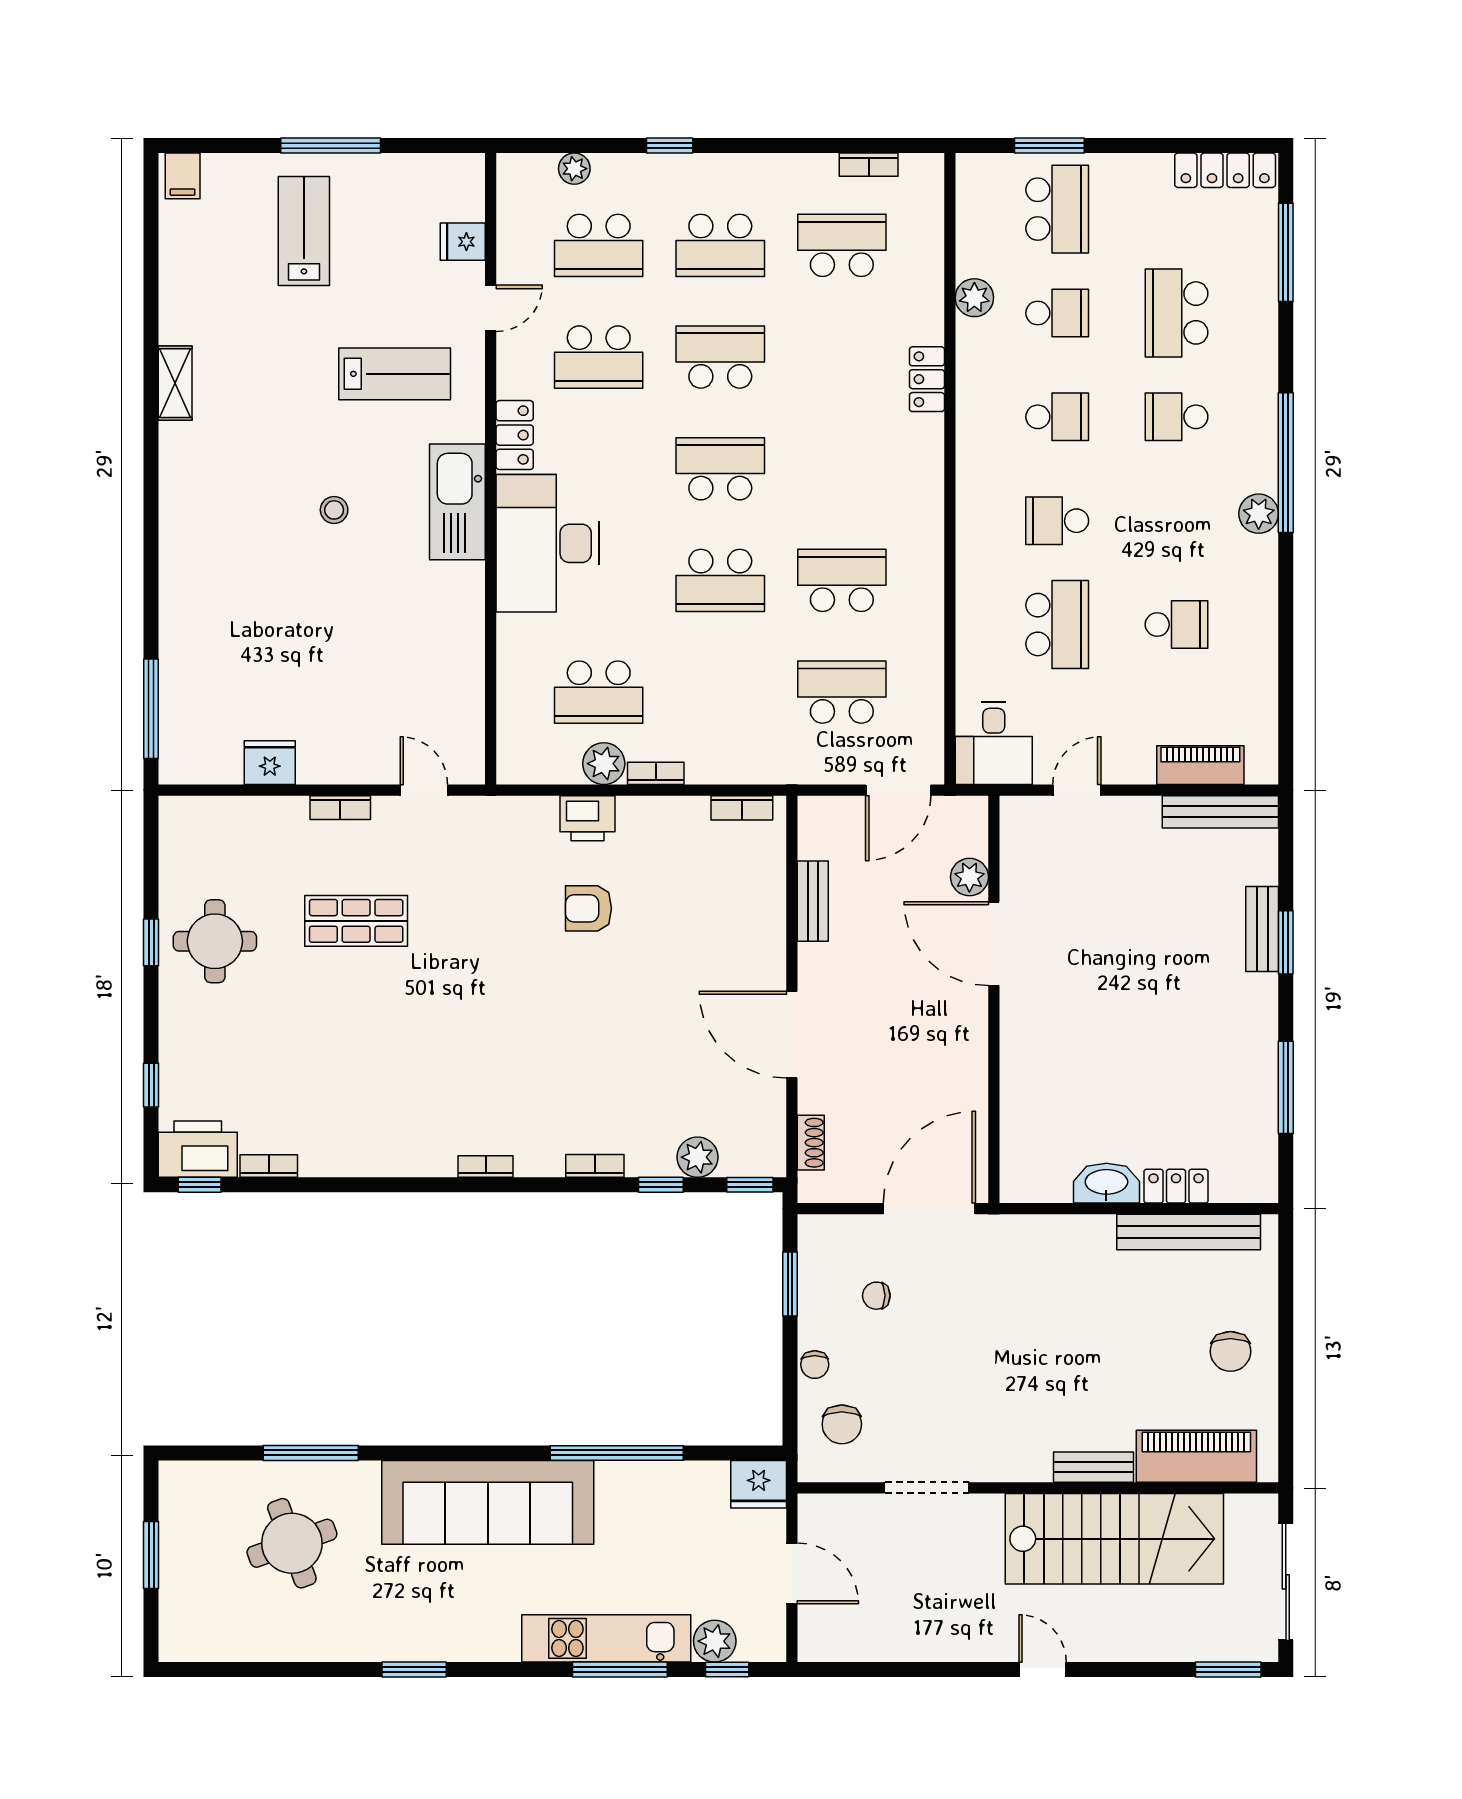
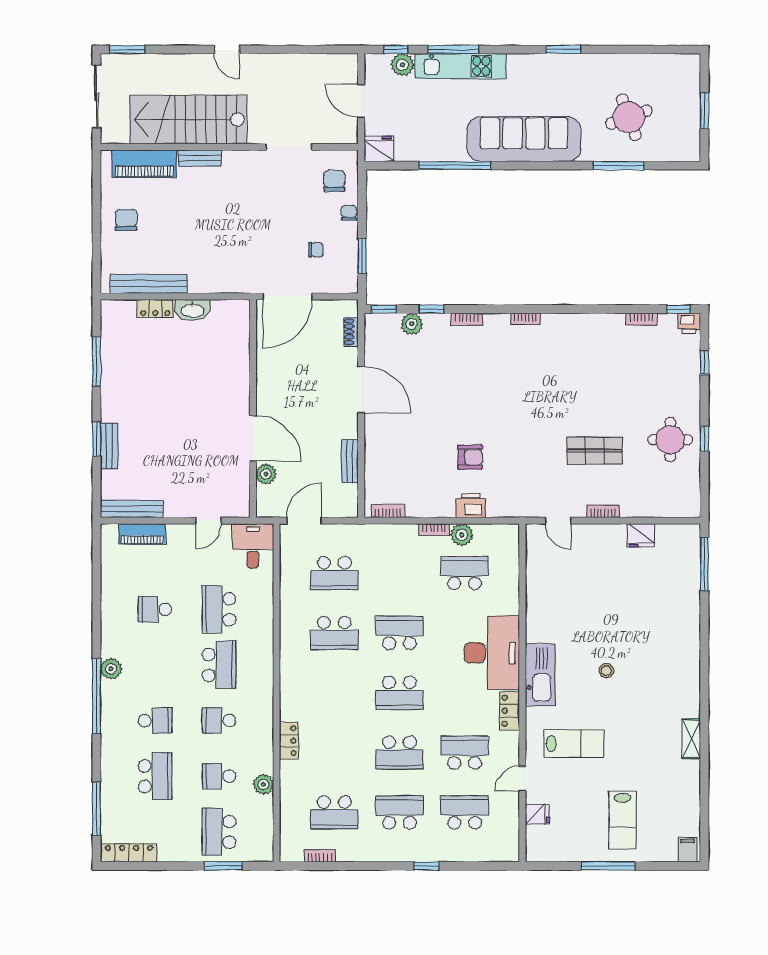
plant: (574, 169) -> (478, 854), removed
lab bench: (395, 374) -> (574, 744), turned 180
school desk: (1057, 521) -> (219, 665), width x1.85
printer: (198, 1149) -> (689, 323), width x0.53, depth x0.68

